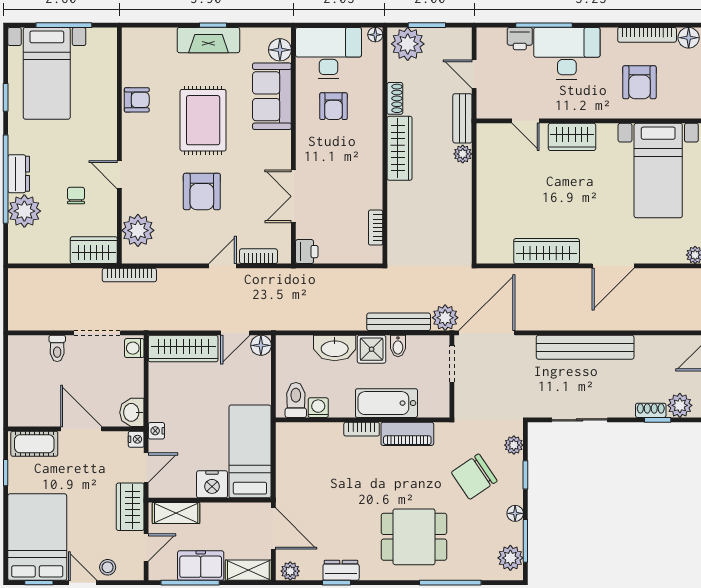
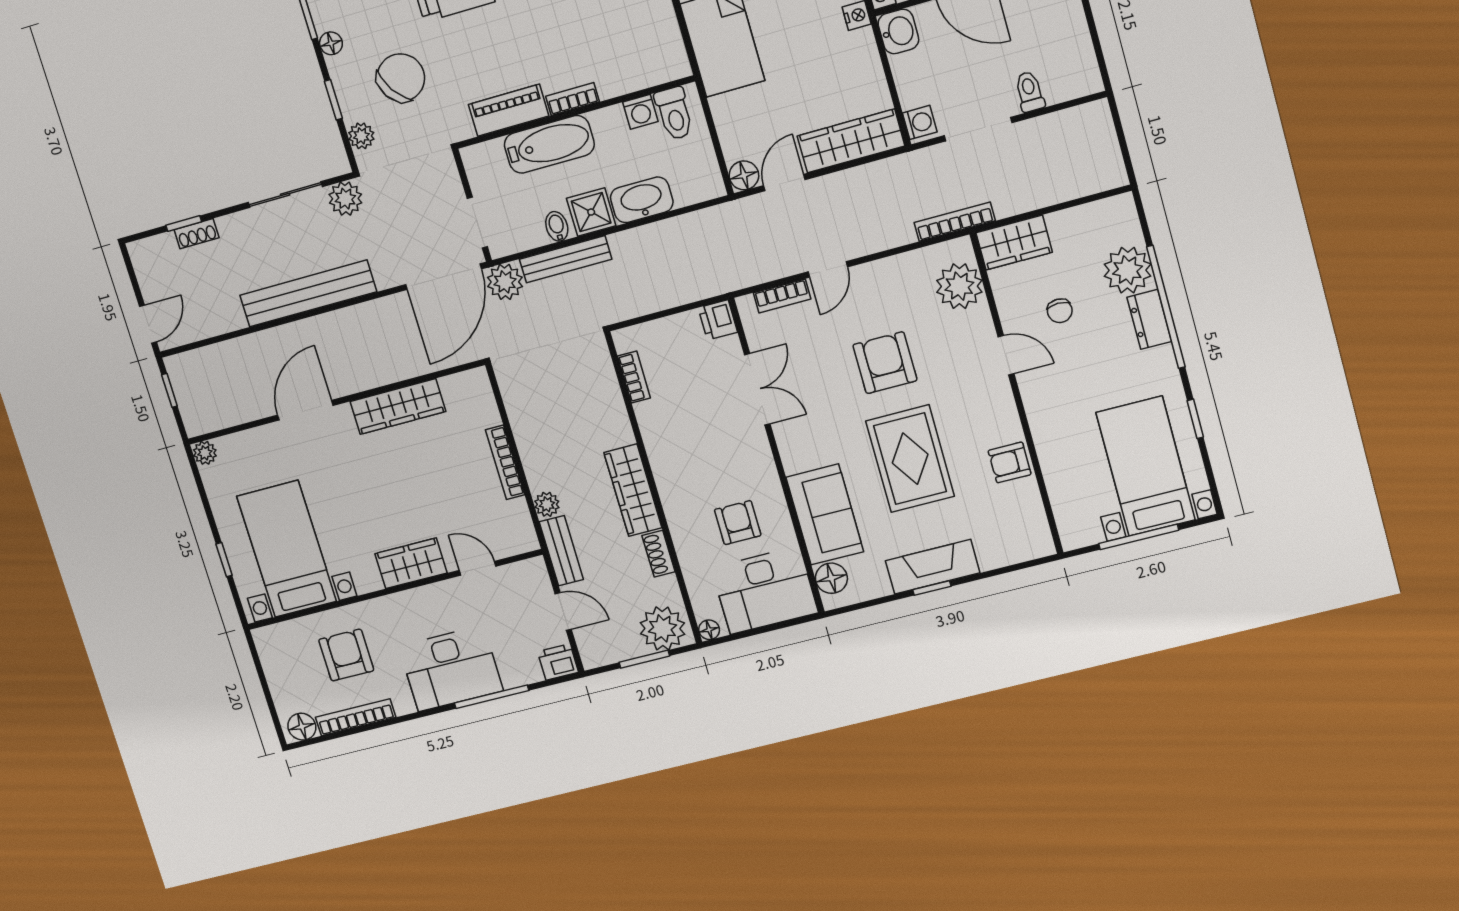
printer: (520, 39) -> (558, 662), moved
bookcase: (483, 192) -> (505, 462), added
plant: (680, 405) -> (345, 199), moved

